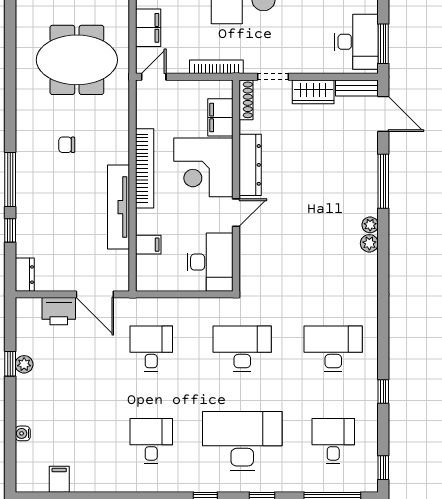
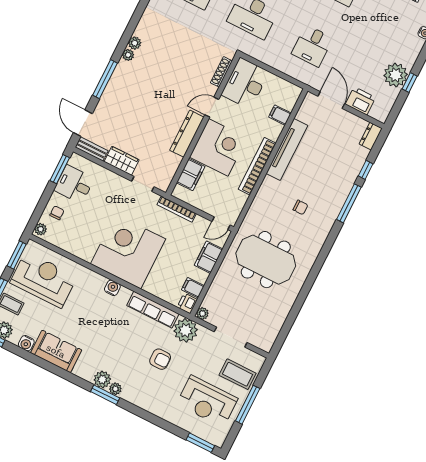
desk: (356, 42) -> (74, 184), width x0.73
shoe rack: (246, 100) -> (221, 72), moved
plant: (24, 364) -> (396, 75), width x1.88, depth x1.88

